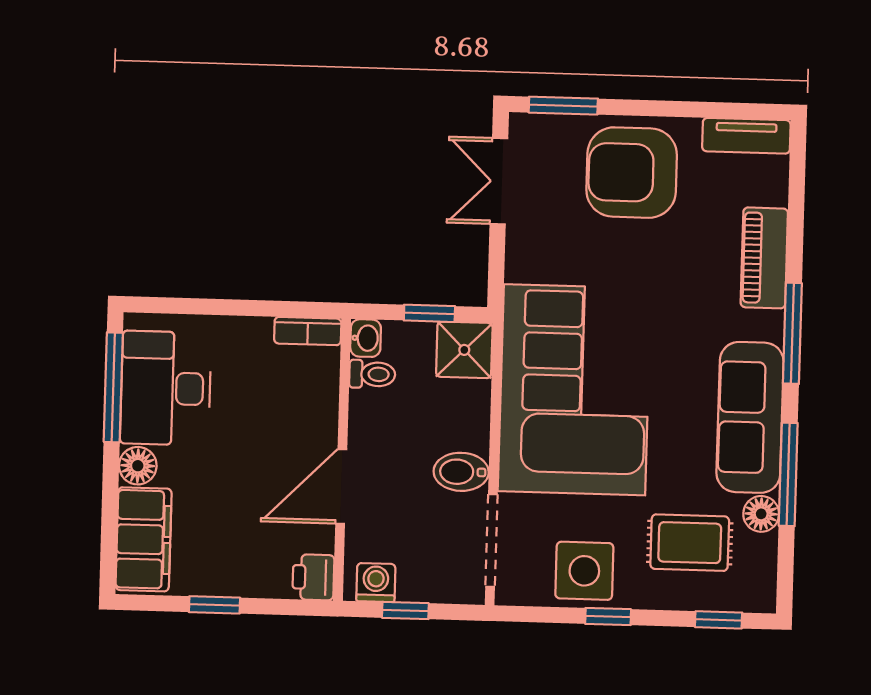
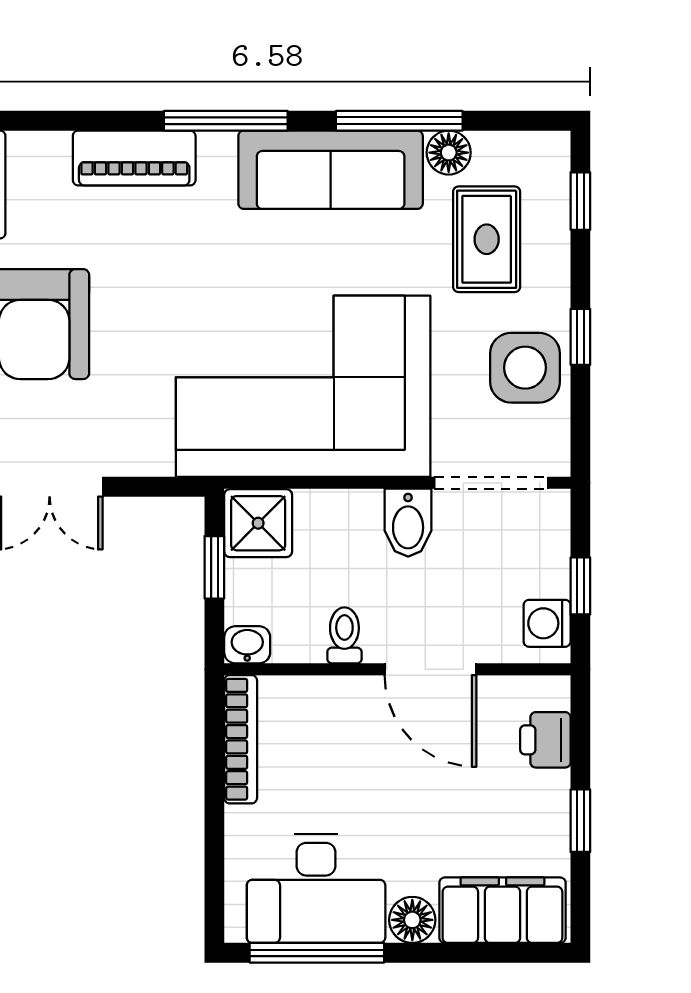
bookcase: (308, 331) -> (241, 739), width x1.56
toilet: (372, 374) -> (344, 635), moved
printer: (313, 577) -> (545, 740), moved, turned 90

